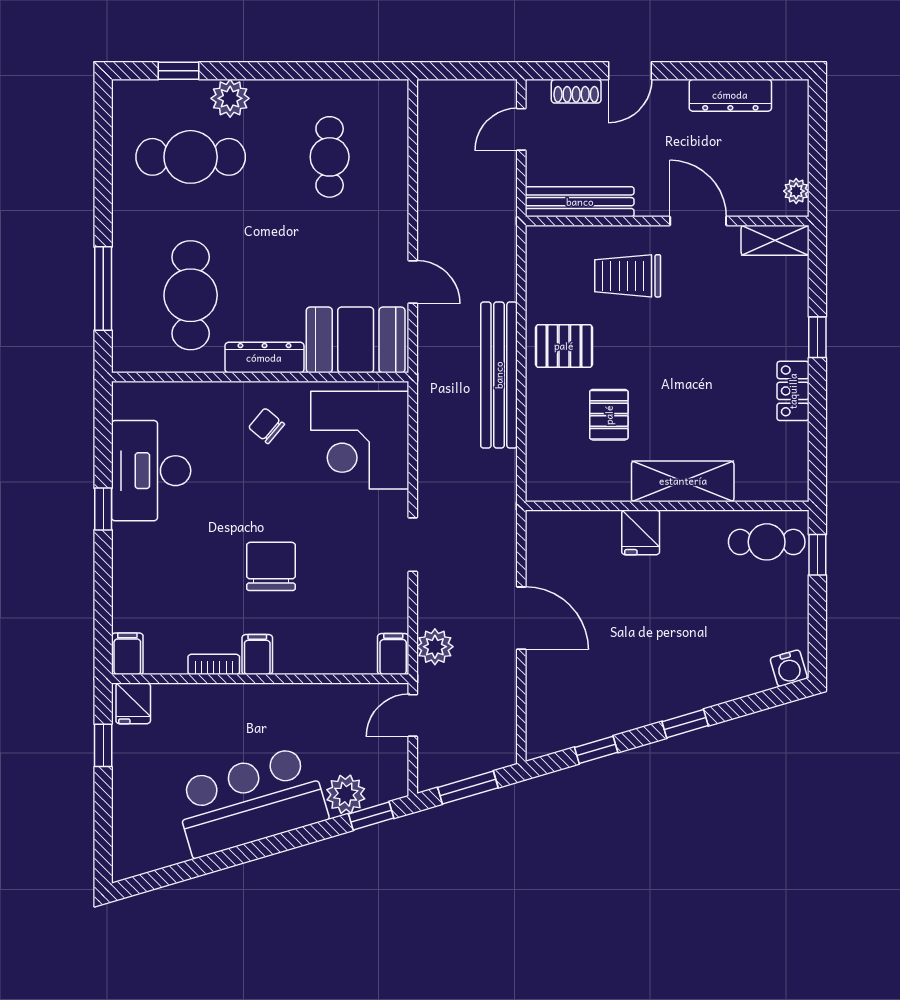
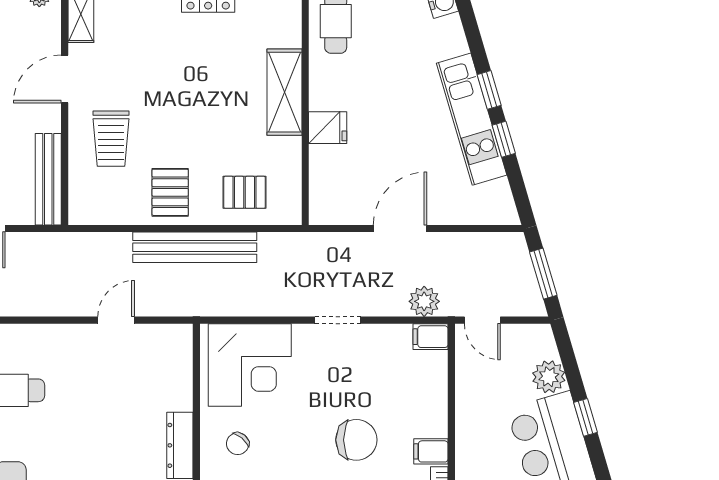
booth: (356, 340) -> (165, 368), removed
pallet: (609, 415) -> (245, 192), moved
chair: (271, 566) -> (356, 440), turned 180
kitchen unit: (651, 703) -> (472, 119), added
window: (596, 750) -> (504, 139), moved
window: (371, 816) -> (586, 417), moved

